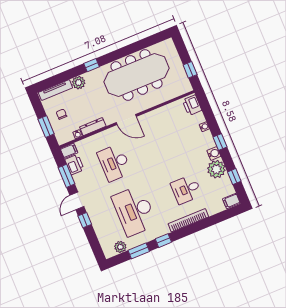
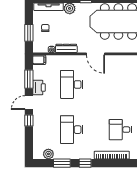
printer: (74, 165) -> (39, 87), moved
desk: (134, 211) -> (72, 130), width x0.73, depth x0.77

